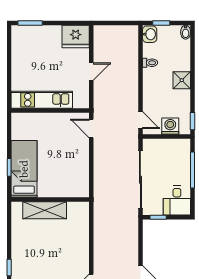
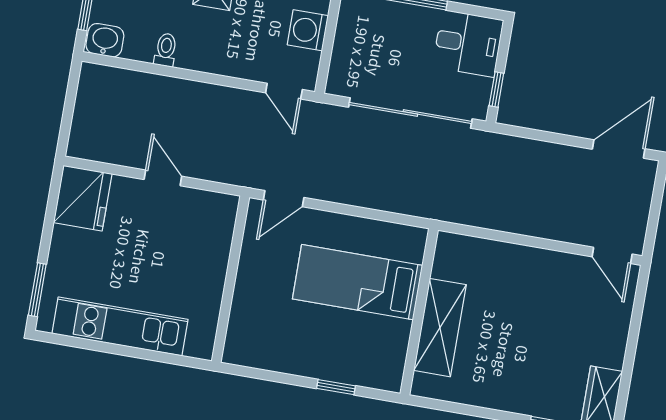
kitchen unit: (42, 100) -> (120, 326), moved, turned 90
door: (140, 120) -> (284, 91), swing flipped
bed: (24, 169) -> (357, 282), moved

